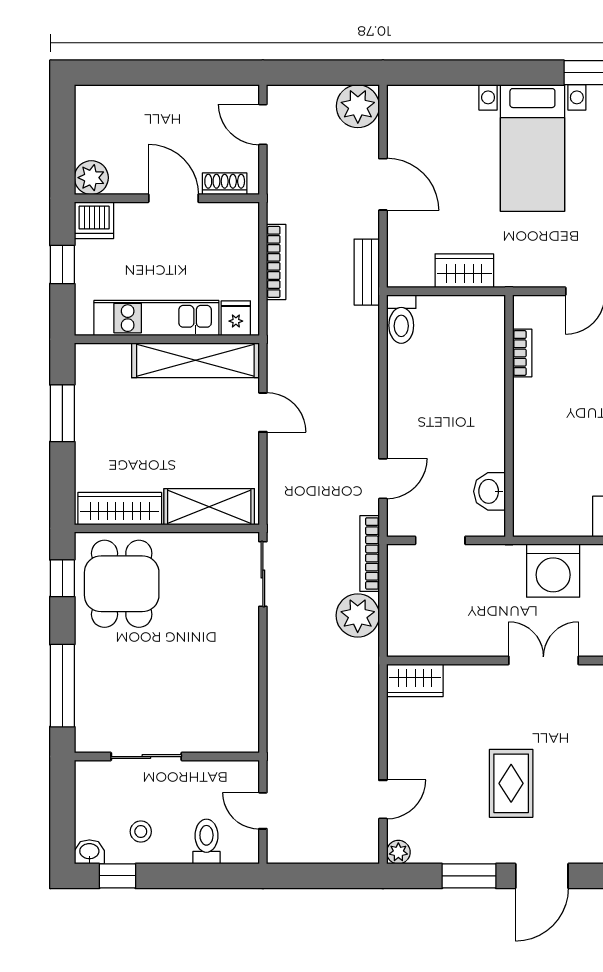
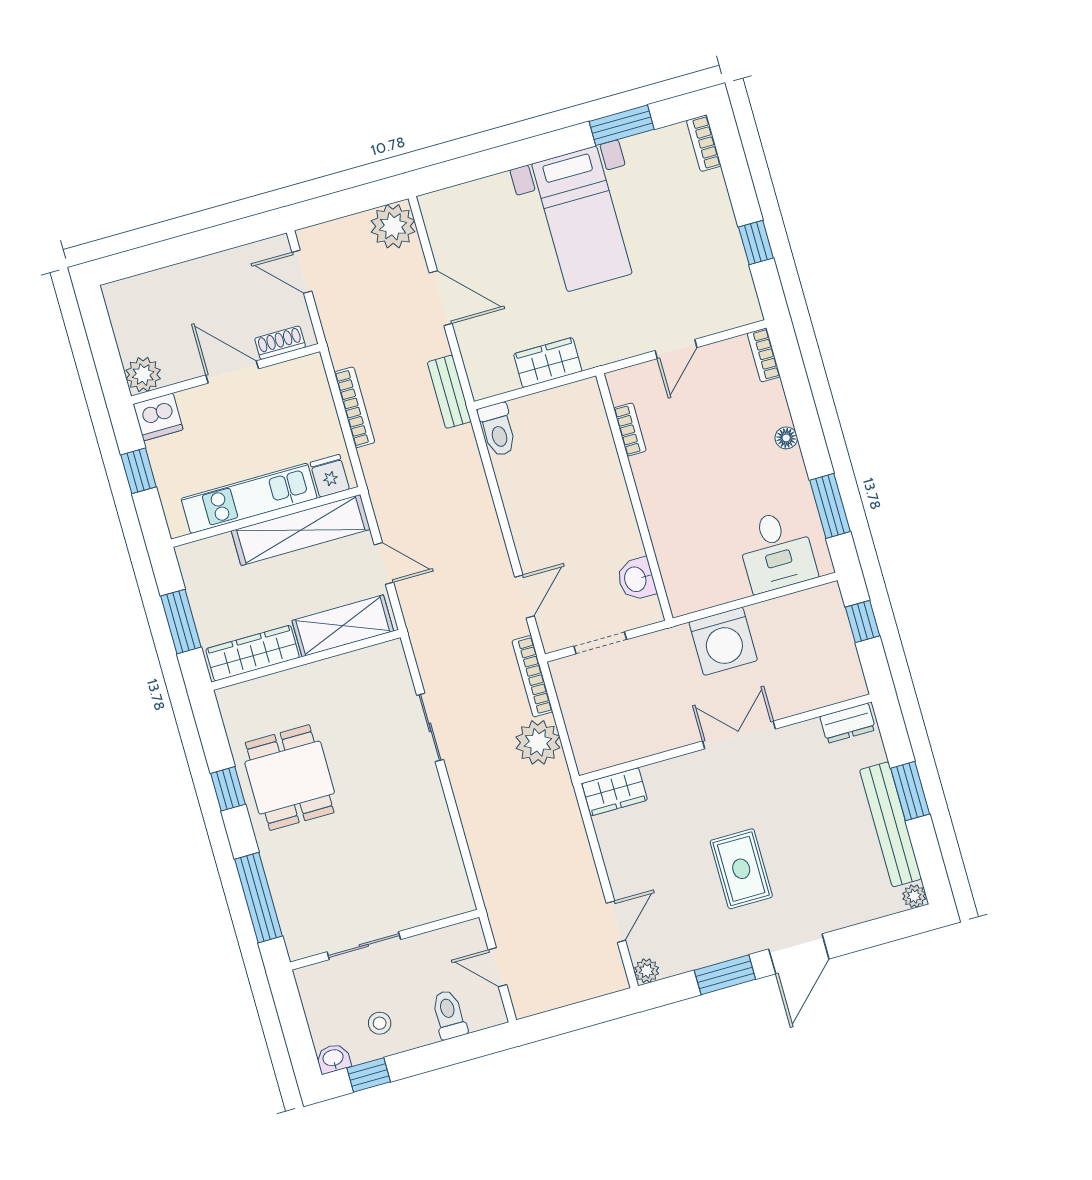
shelving: (209, 507) -> (343, 626), moved
wardrobe: (120, 509) -> (253, 653), moved
wall: (167, 528) -> (306, 660), moved

